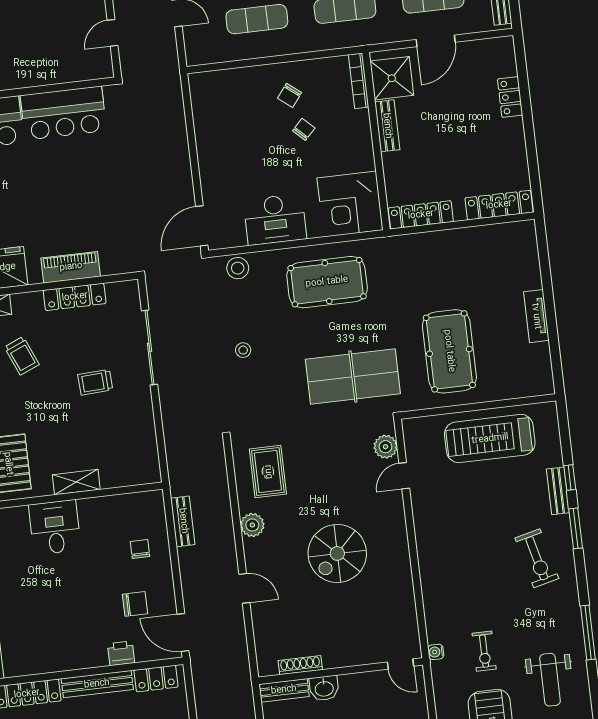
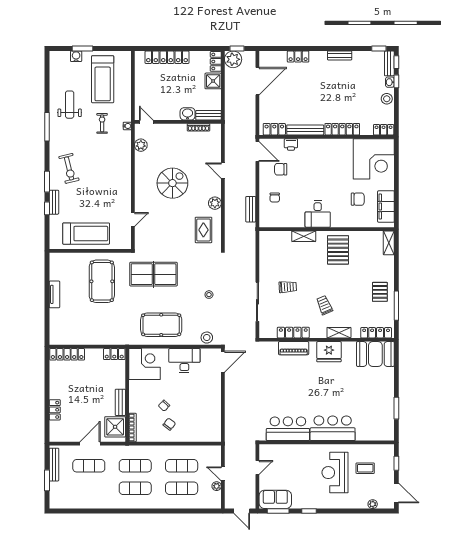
locker: (421, 215) -> (114, 354), width x0.66
plant: (386, 447) -> (141, 145), moved
exercise bike: (537, 558) -> (69, 168), turned 180

